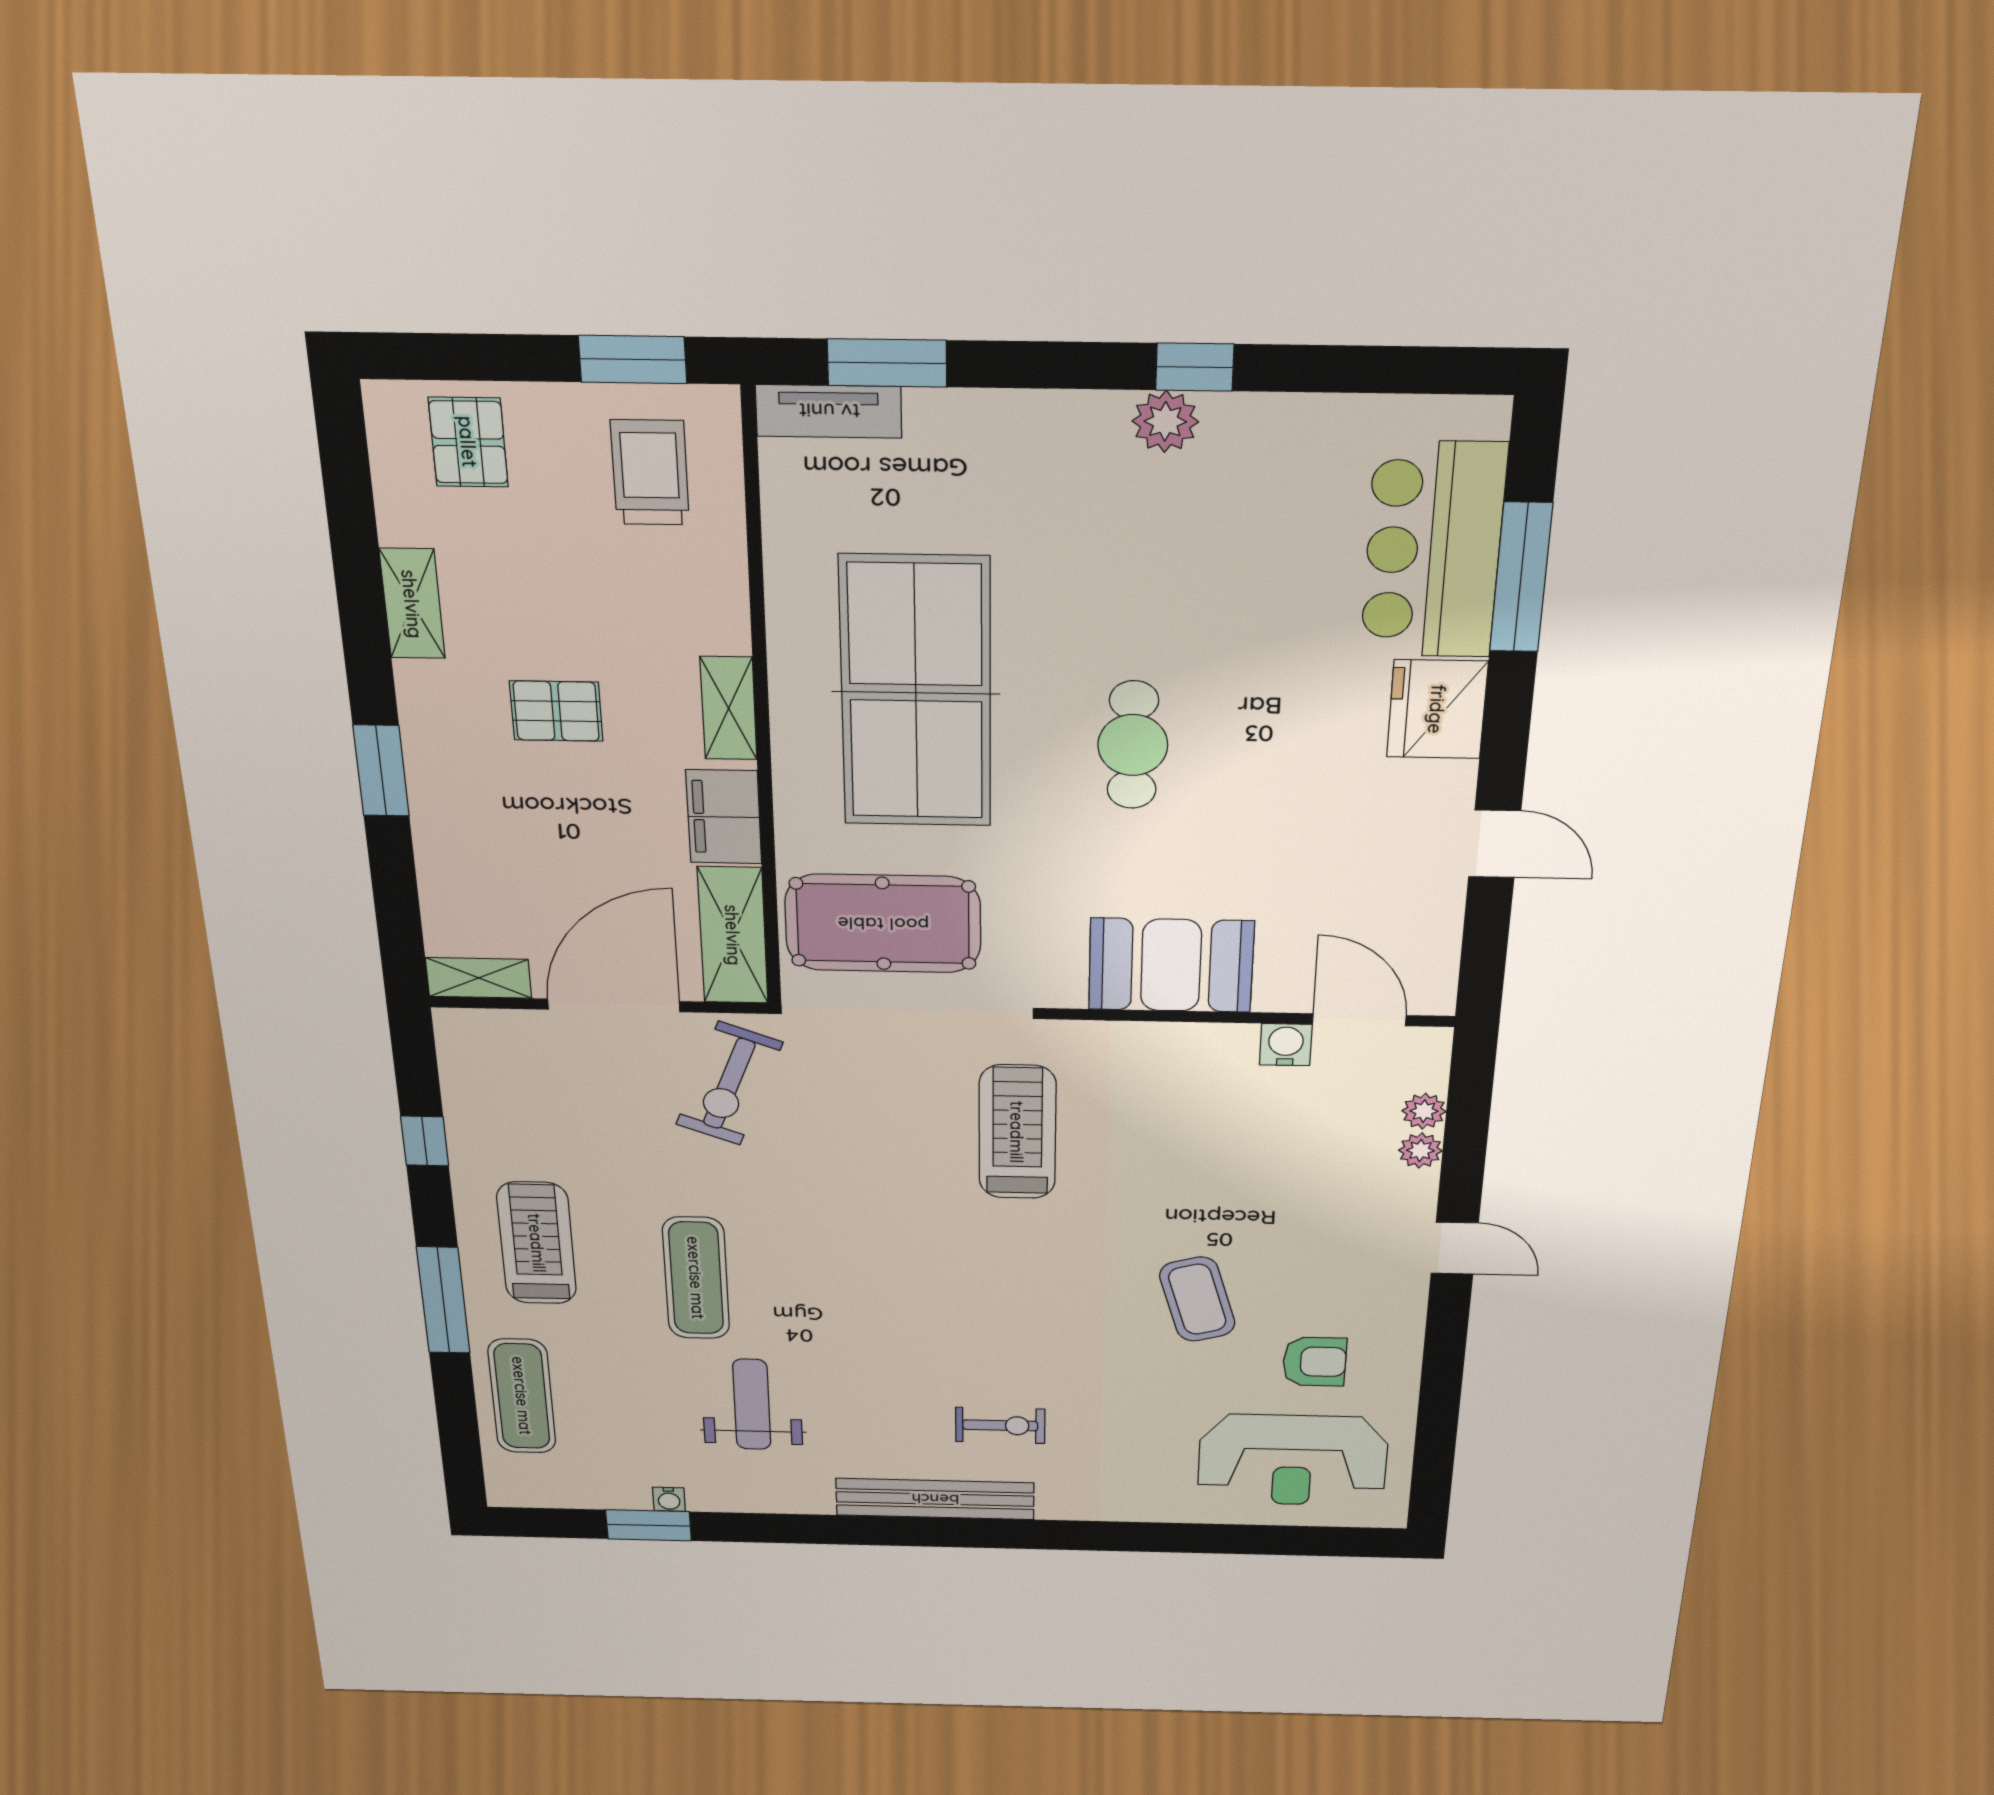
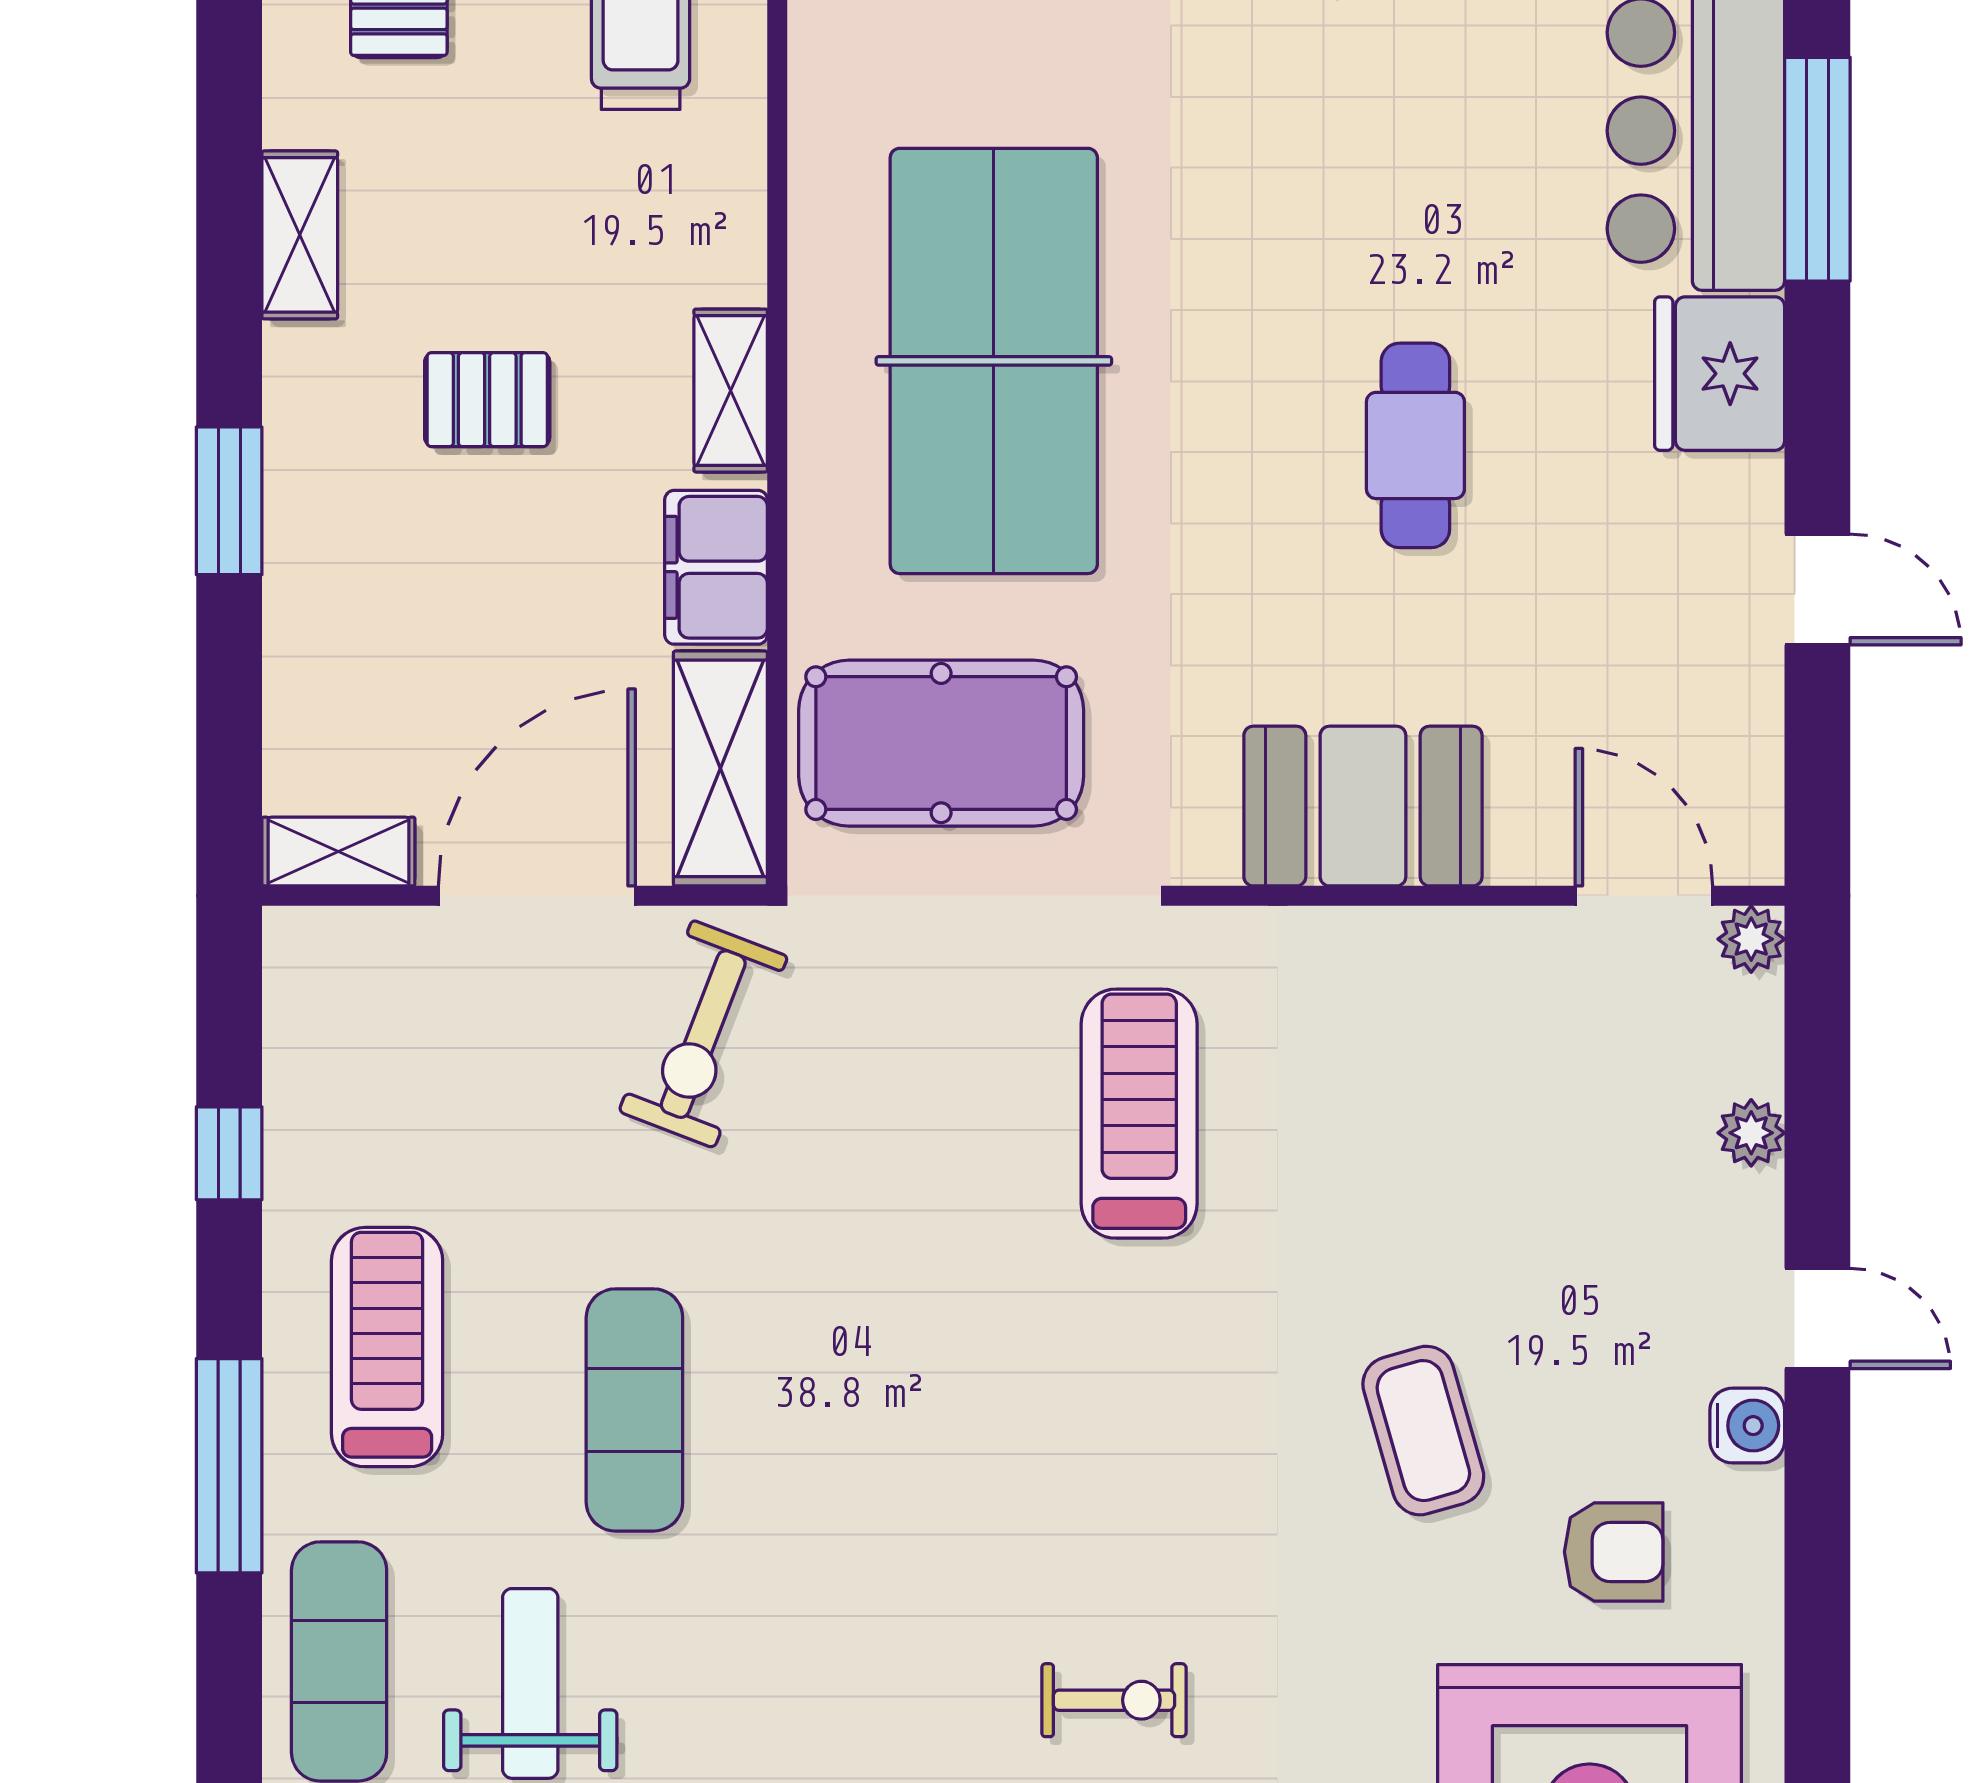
cafe table: (1133, 745) -> (1415, 445), moved
water cooler: (1286, 1045) -> (1747, 1426), moved, turned 90
plant: (1424, 1111) -> (1751, 939), moved
weight bench: (752, 1404) -> (530, 1683), moved

